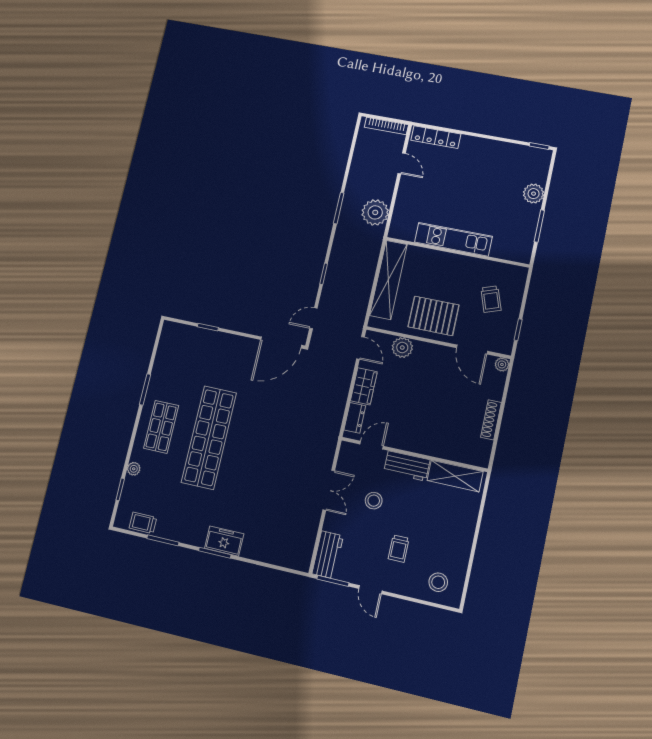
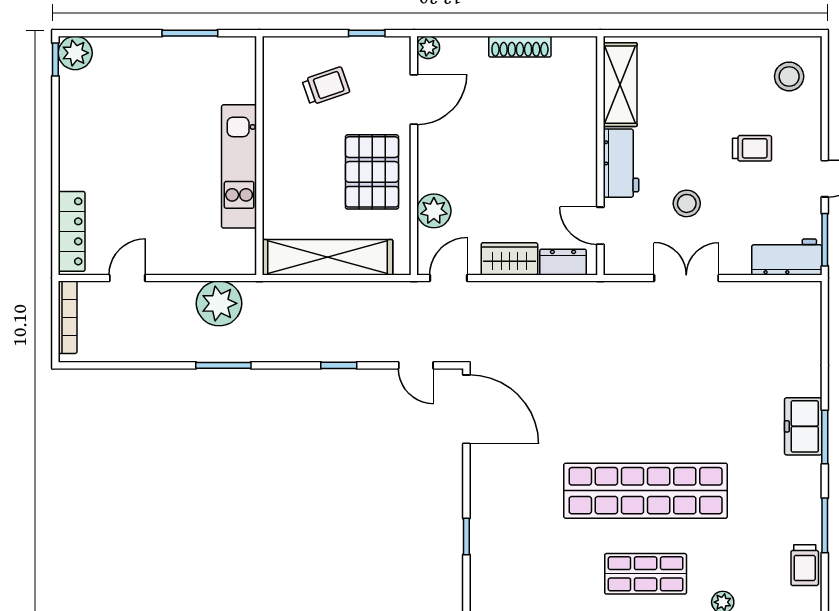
plant: (534, 194) -> (75, 53), moved

